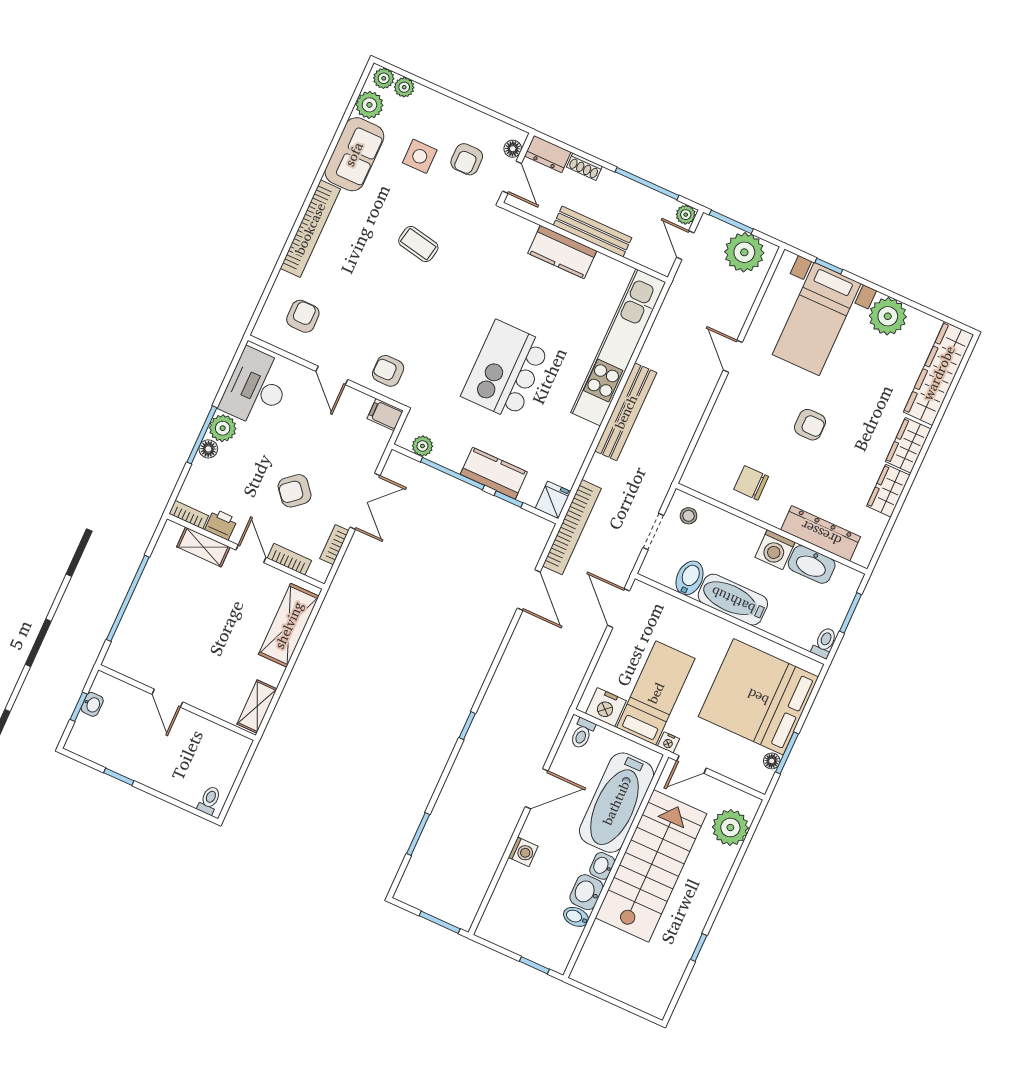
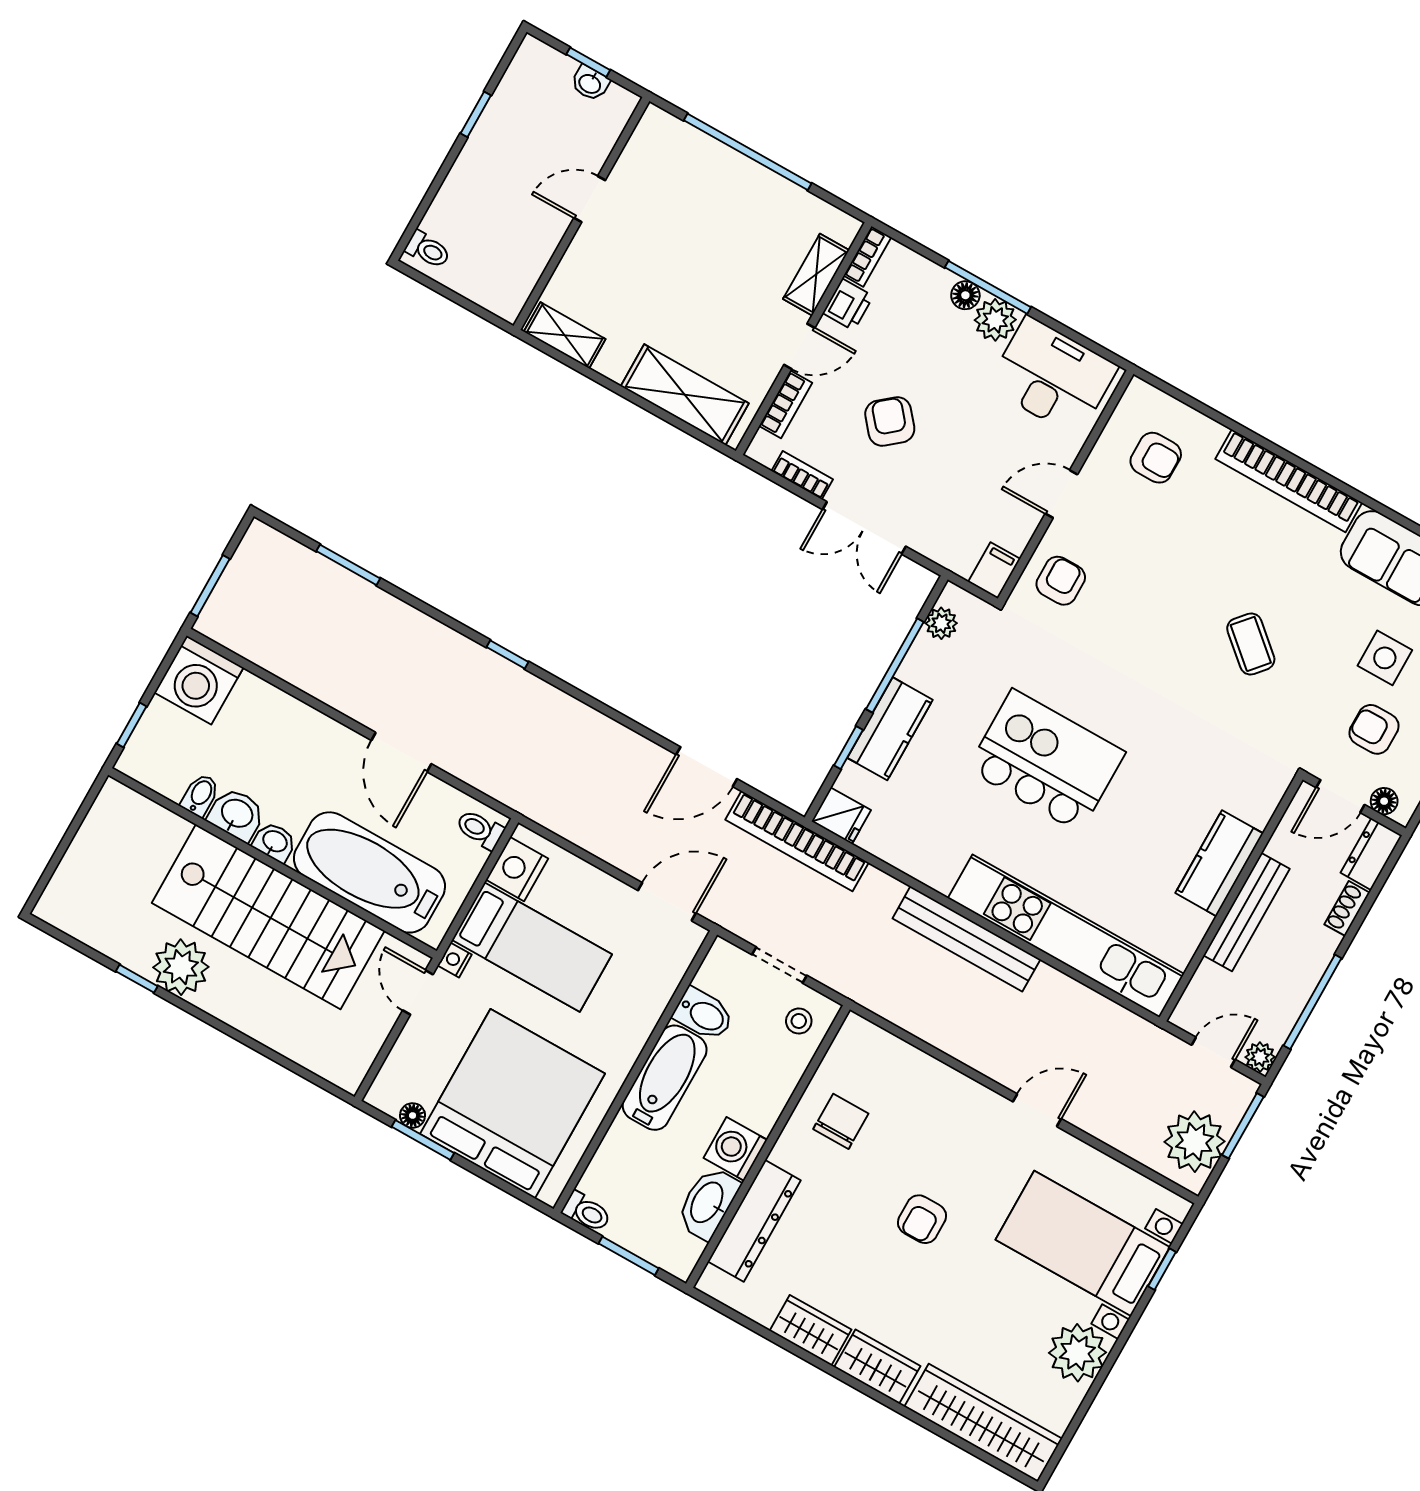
coffee table: (418, 244) -> (1251, 644), turned -60
plant: (730, 828) -> (181, 967), moved
washing machine: (523, 852) -> (199, 680), moved, width x1.89, depth x1.89

